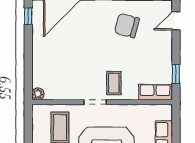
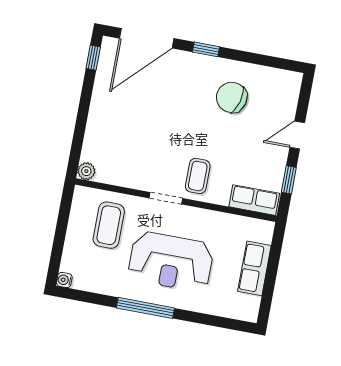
door: (176, 21) -> (297, 135), moved

